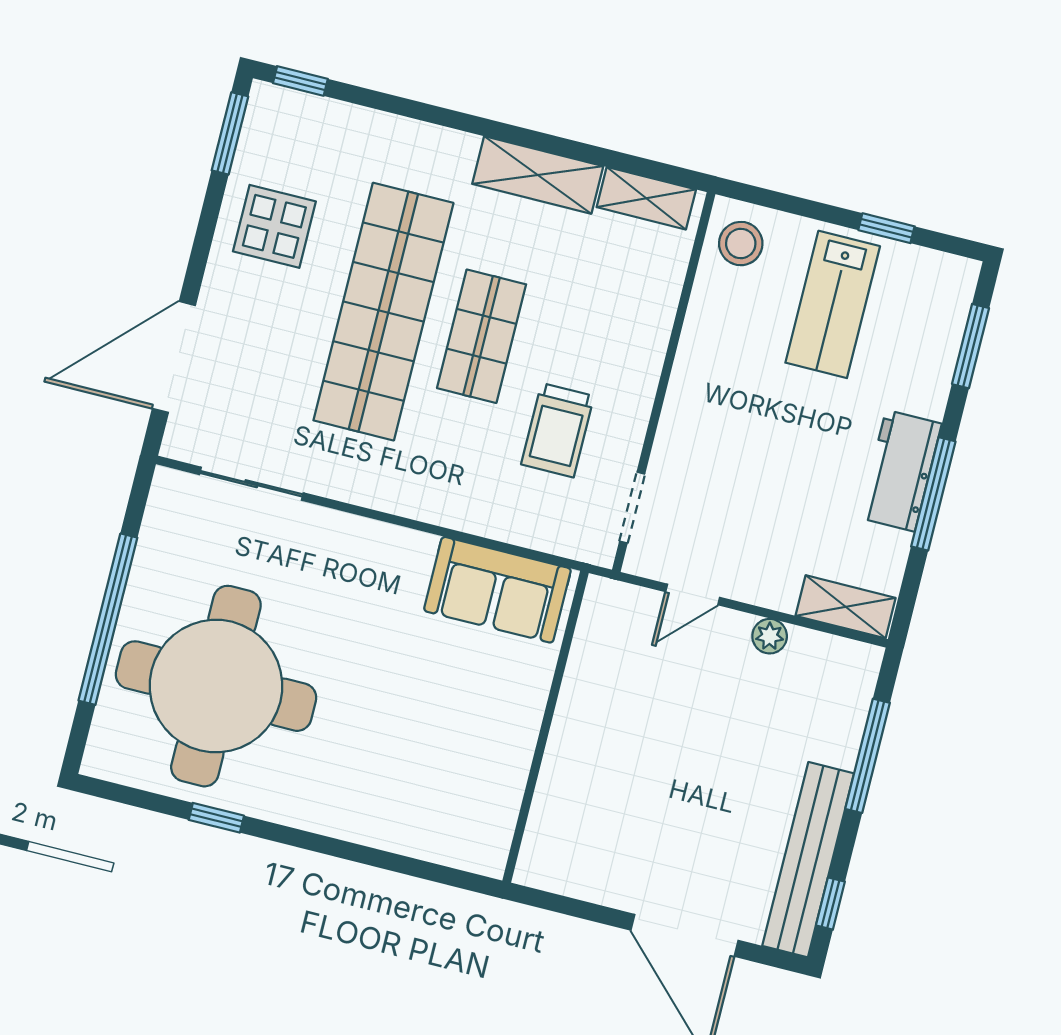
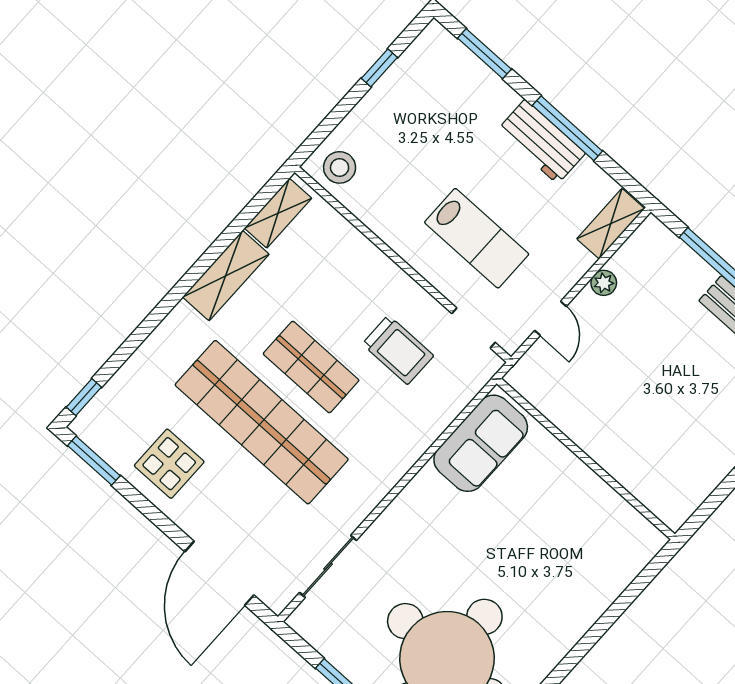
lab bench: (833, 304) -> (477, 238), moved

